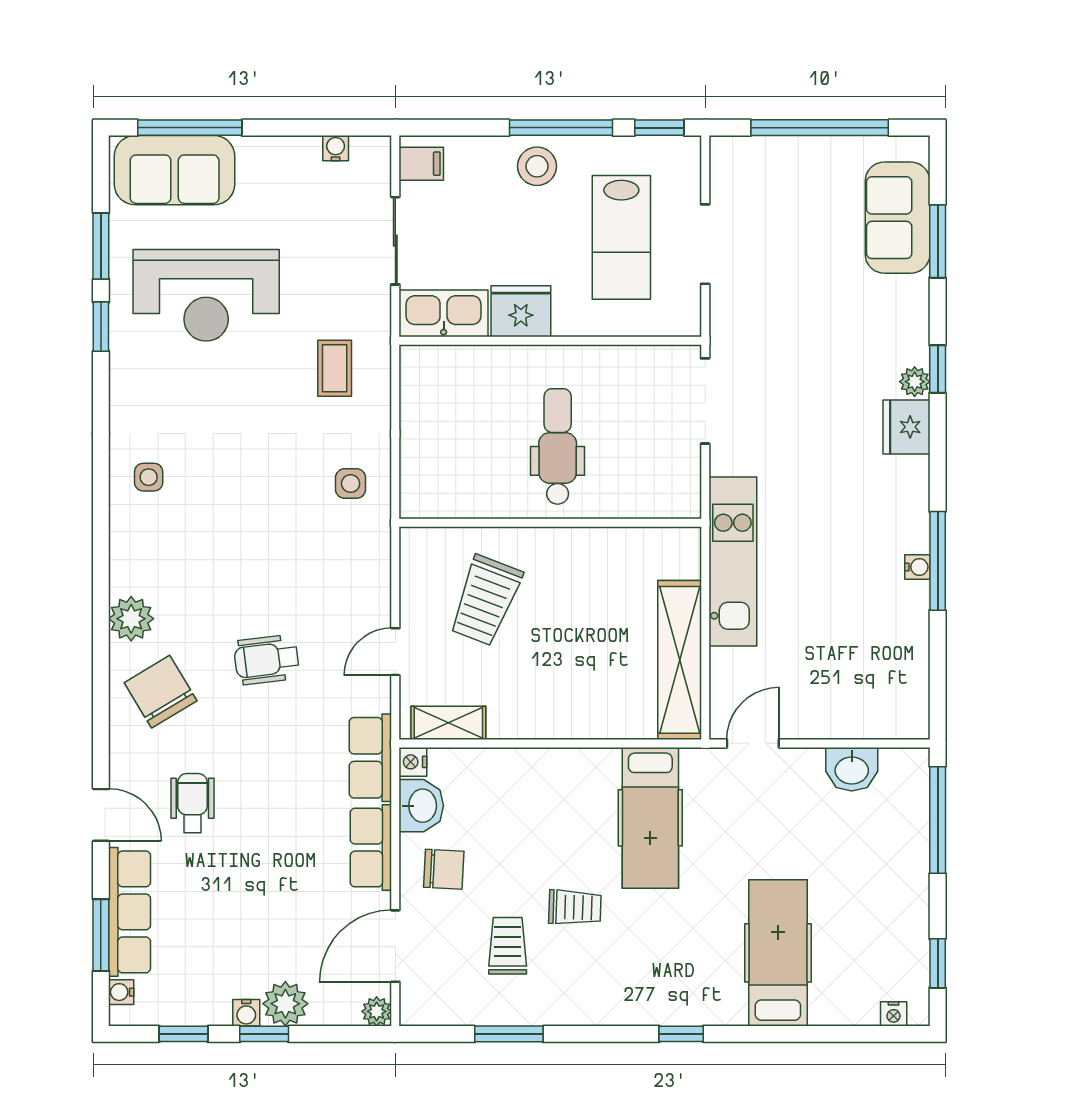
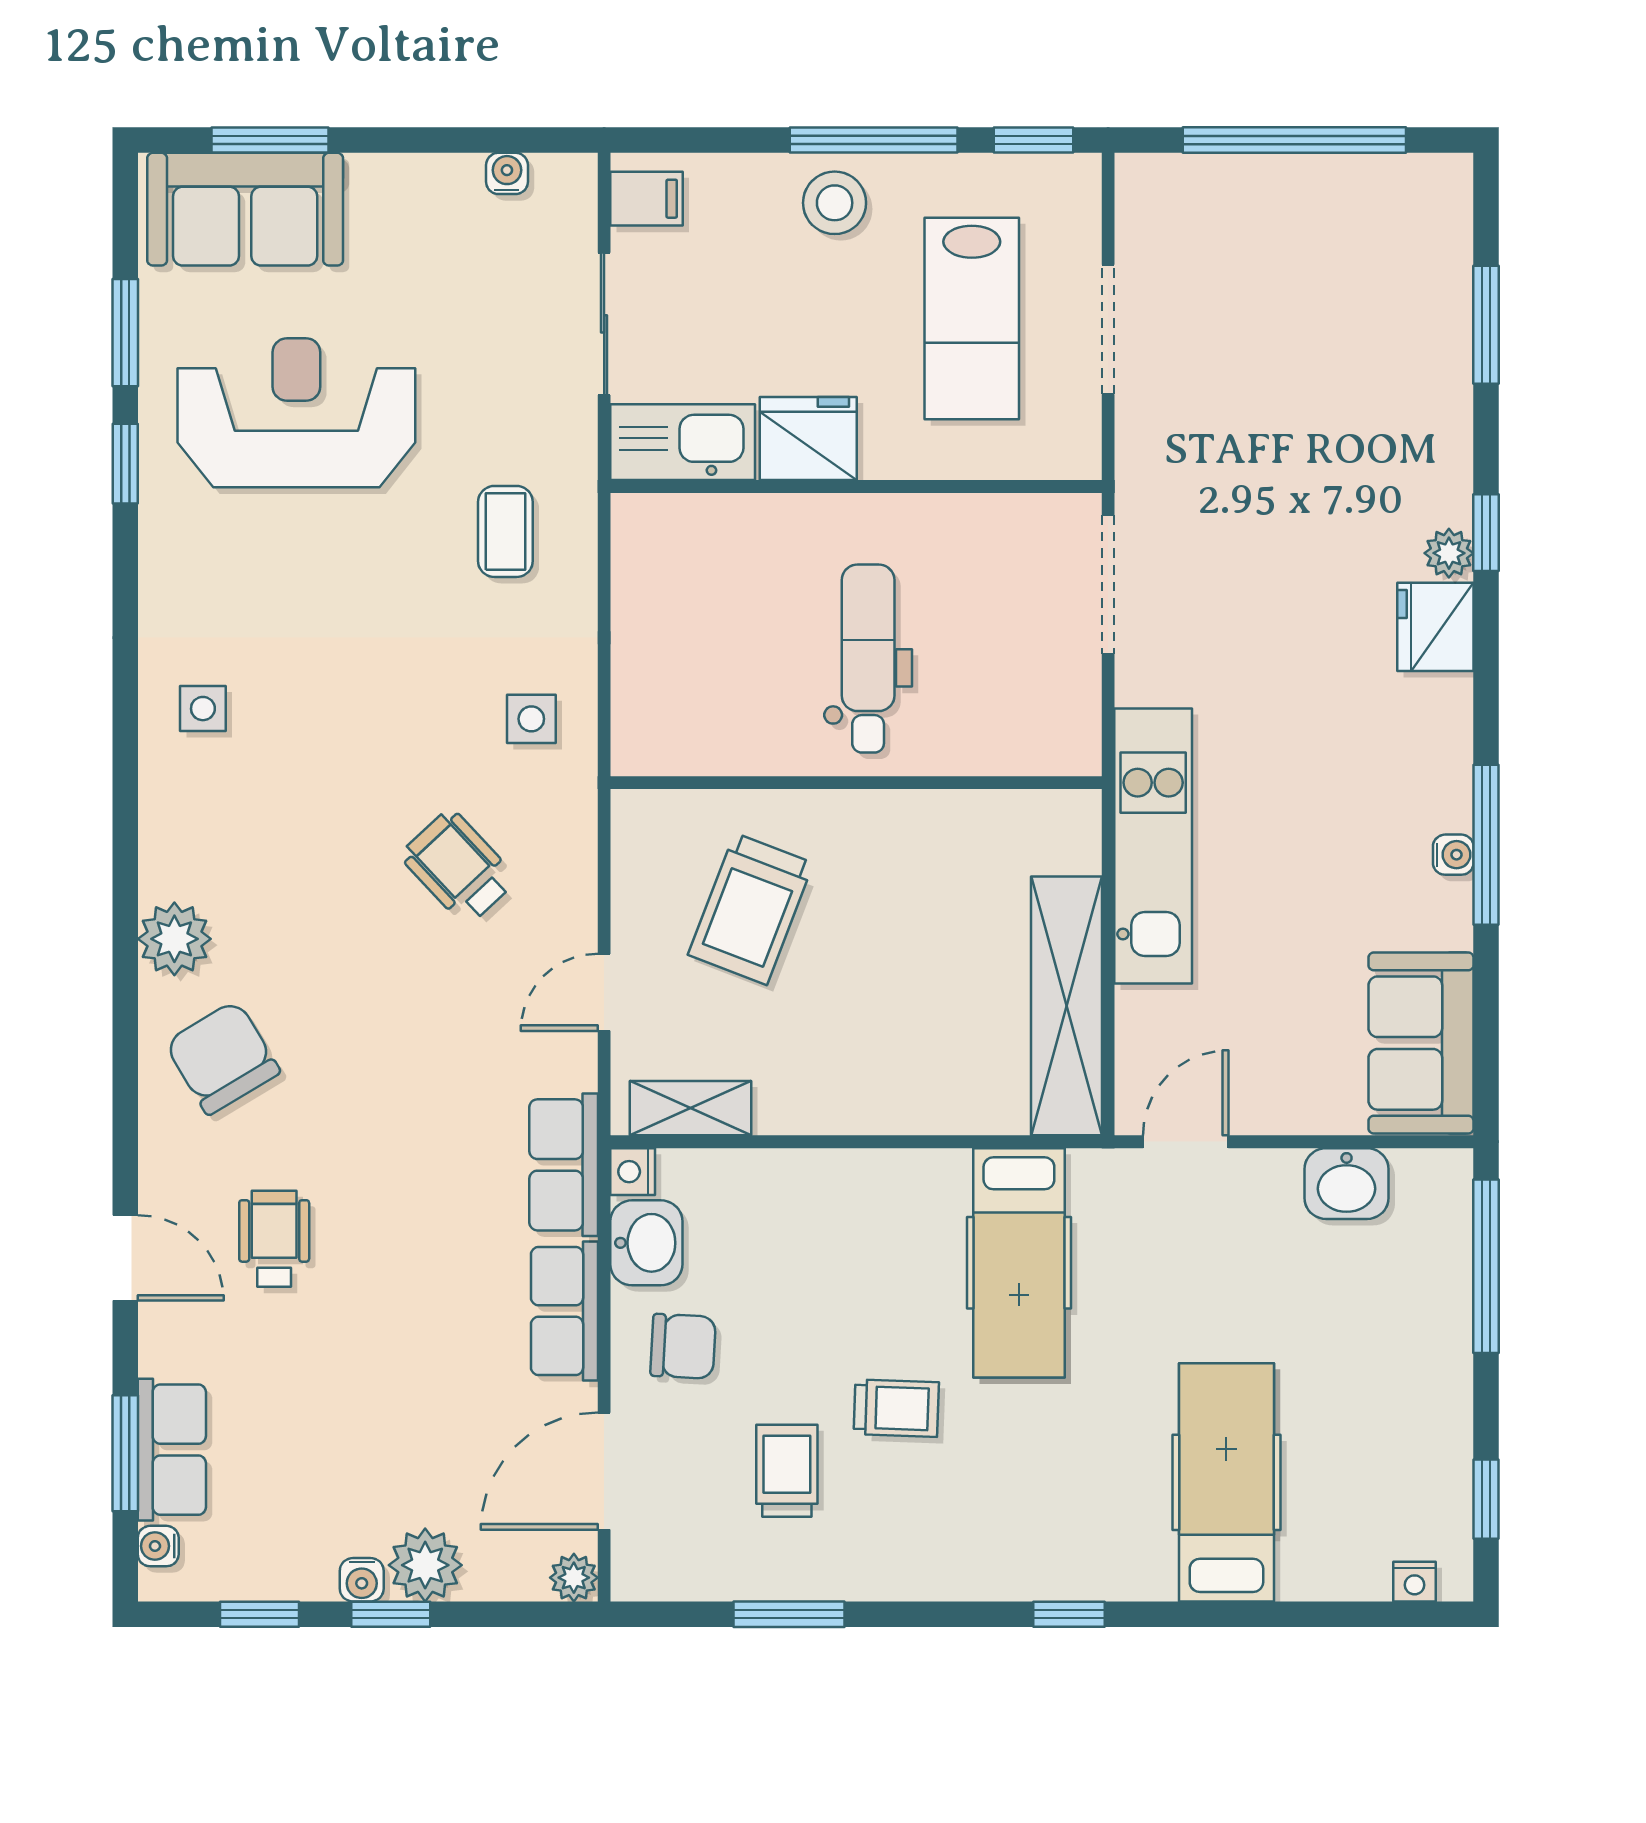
window: (190, 128) -> (270, 140), width x0.69
sofa: (898, 218) -> (1421, 1043), moved
reception desk: (206, 295) -> (296, 413), turned 180
wheelchair: (267, 660) -> (458, 867), moved, turned 54
row of seats: (130, 912) -> (172, 1450), width x0.68

